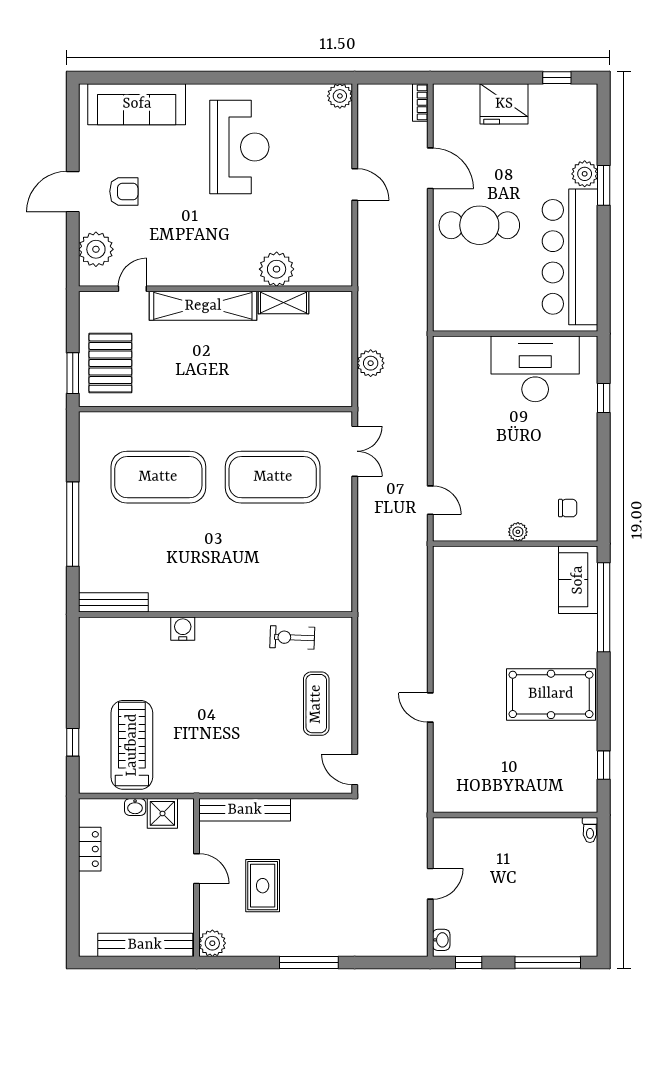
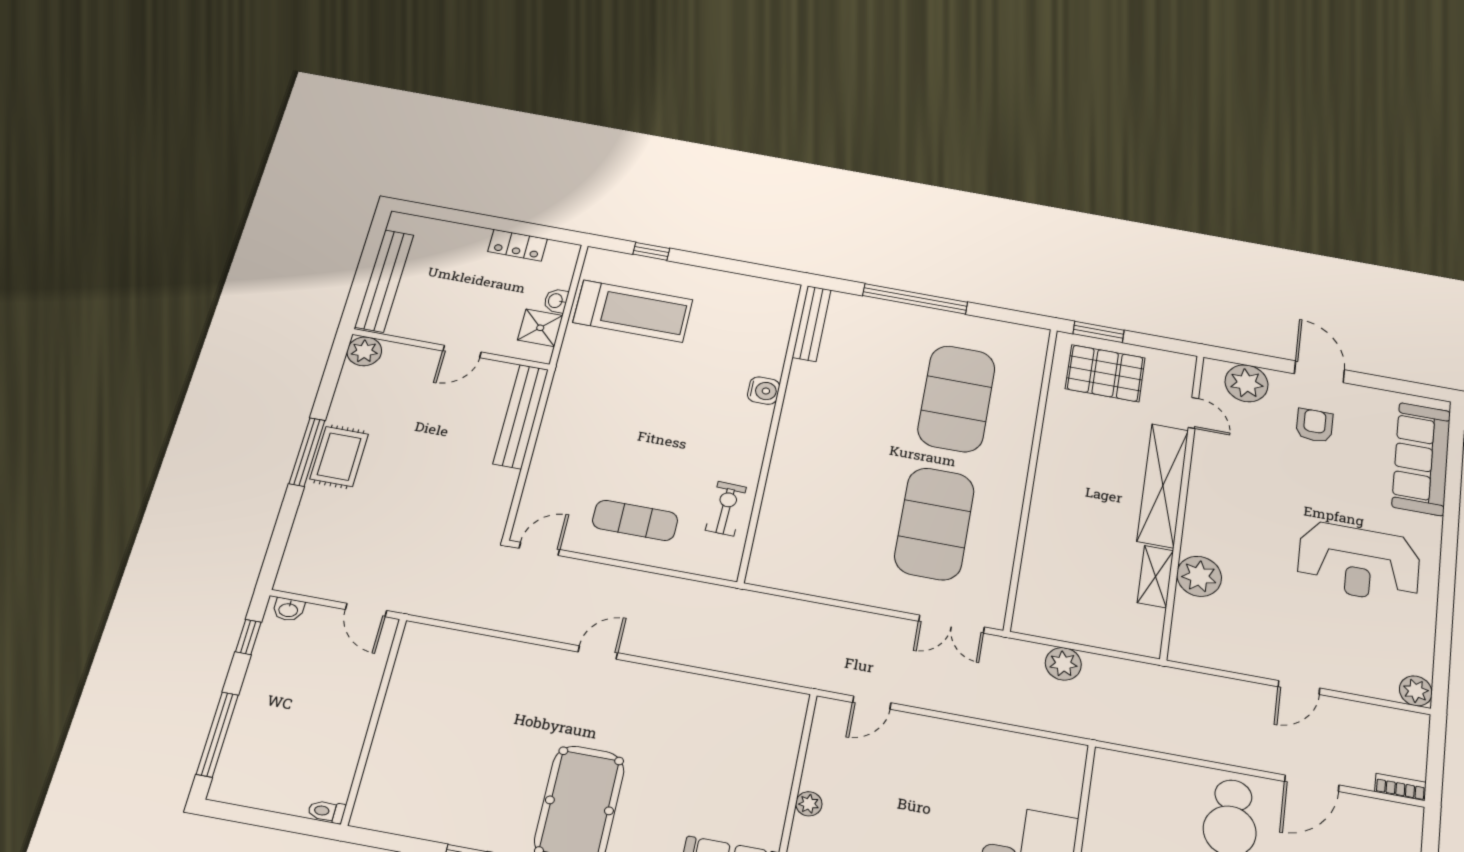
armchair: (124, 191) -> (1314, 426), turned 180
wall: (515, 815) -> (374, 720), moved
toilet: (590, 830) -> (327, 811), moved
rug: (263, 886) -> (339, 457), moved, turned 90

